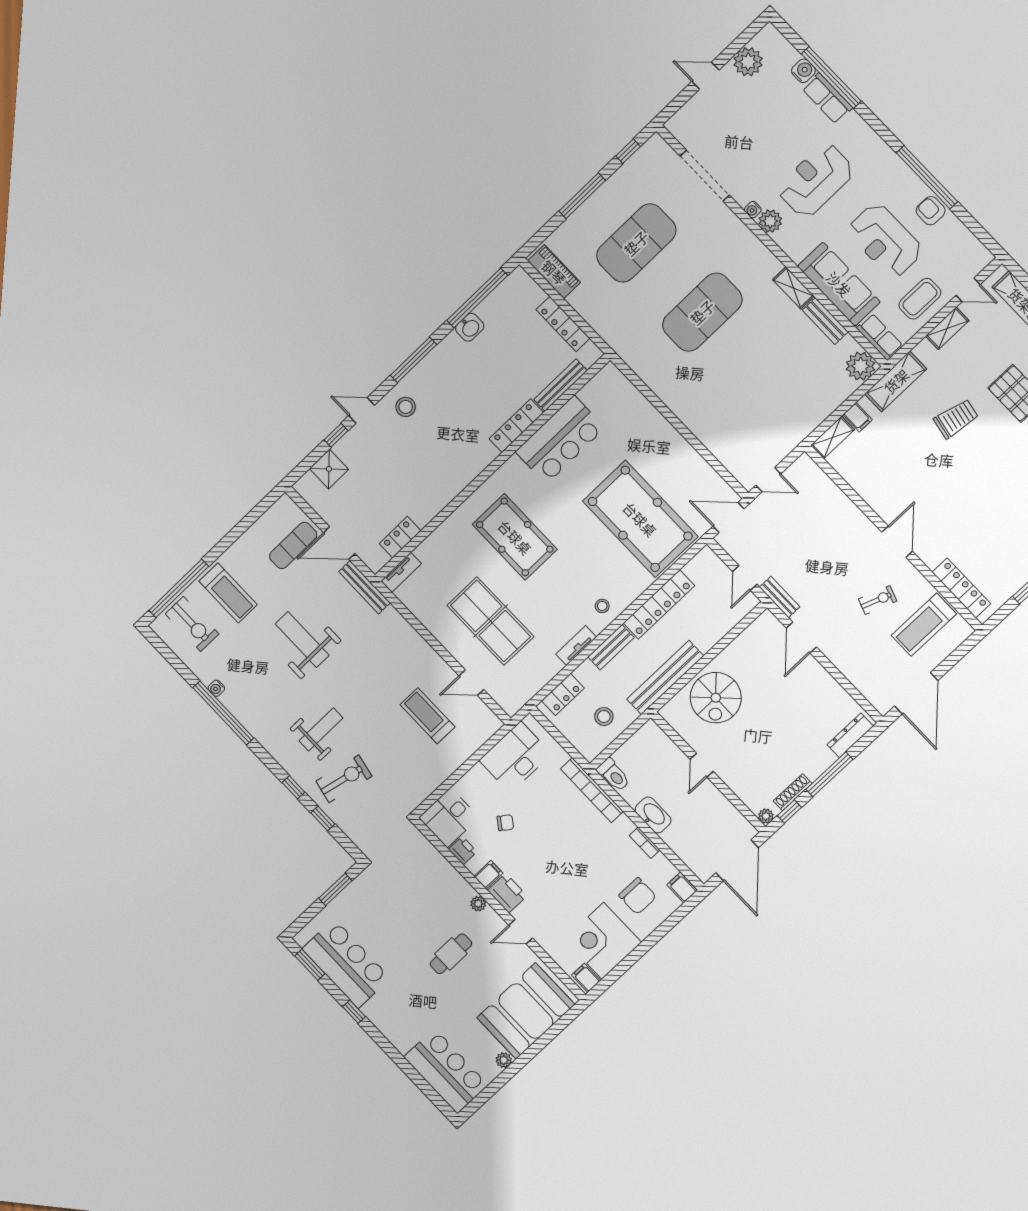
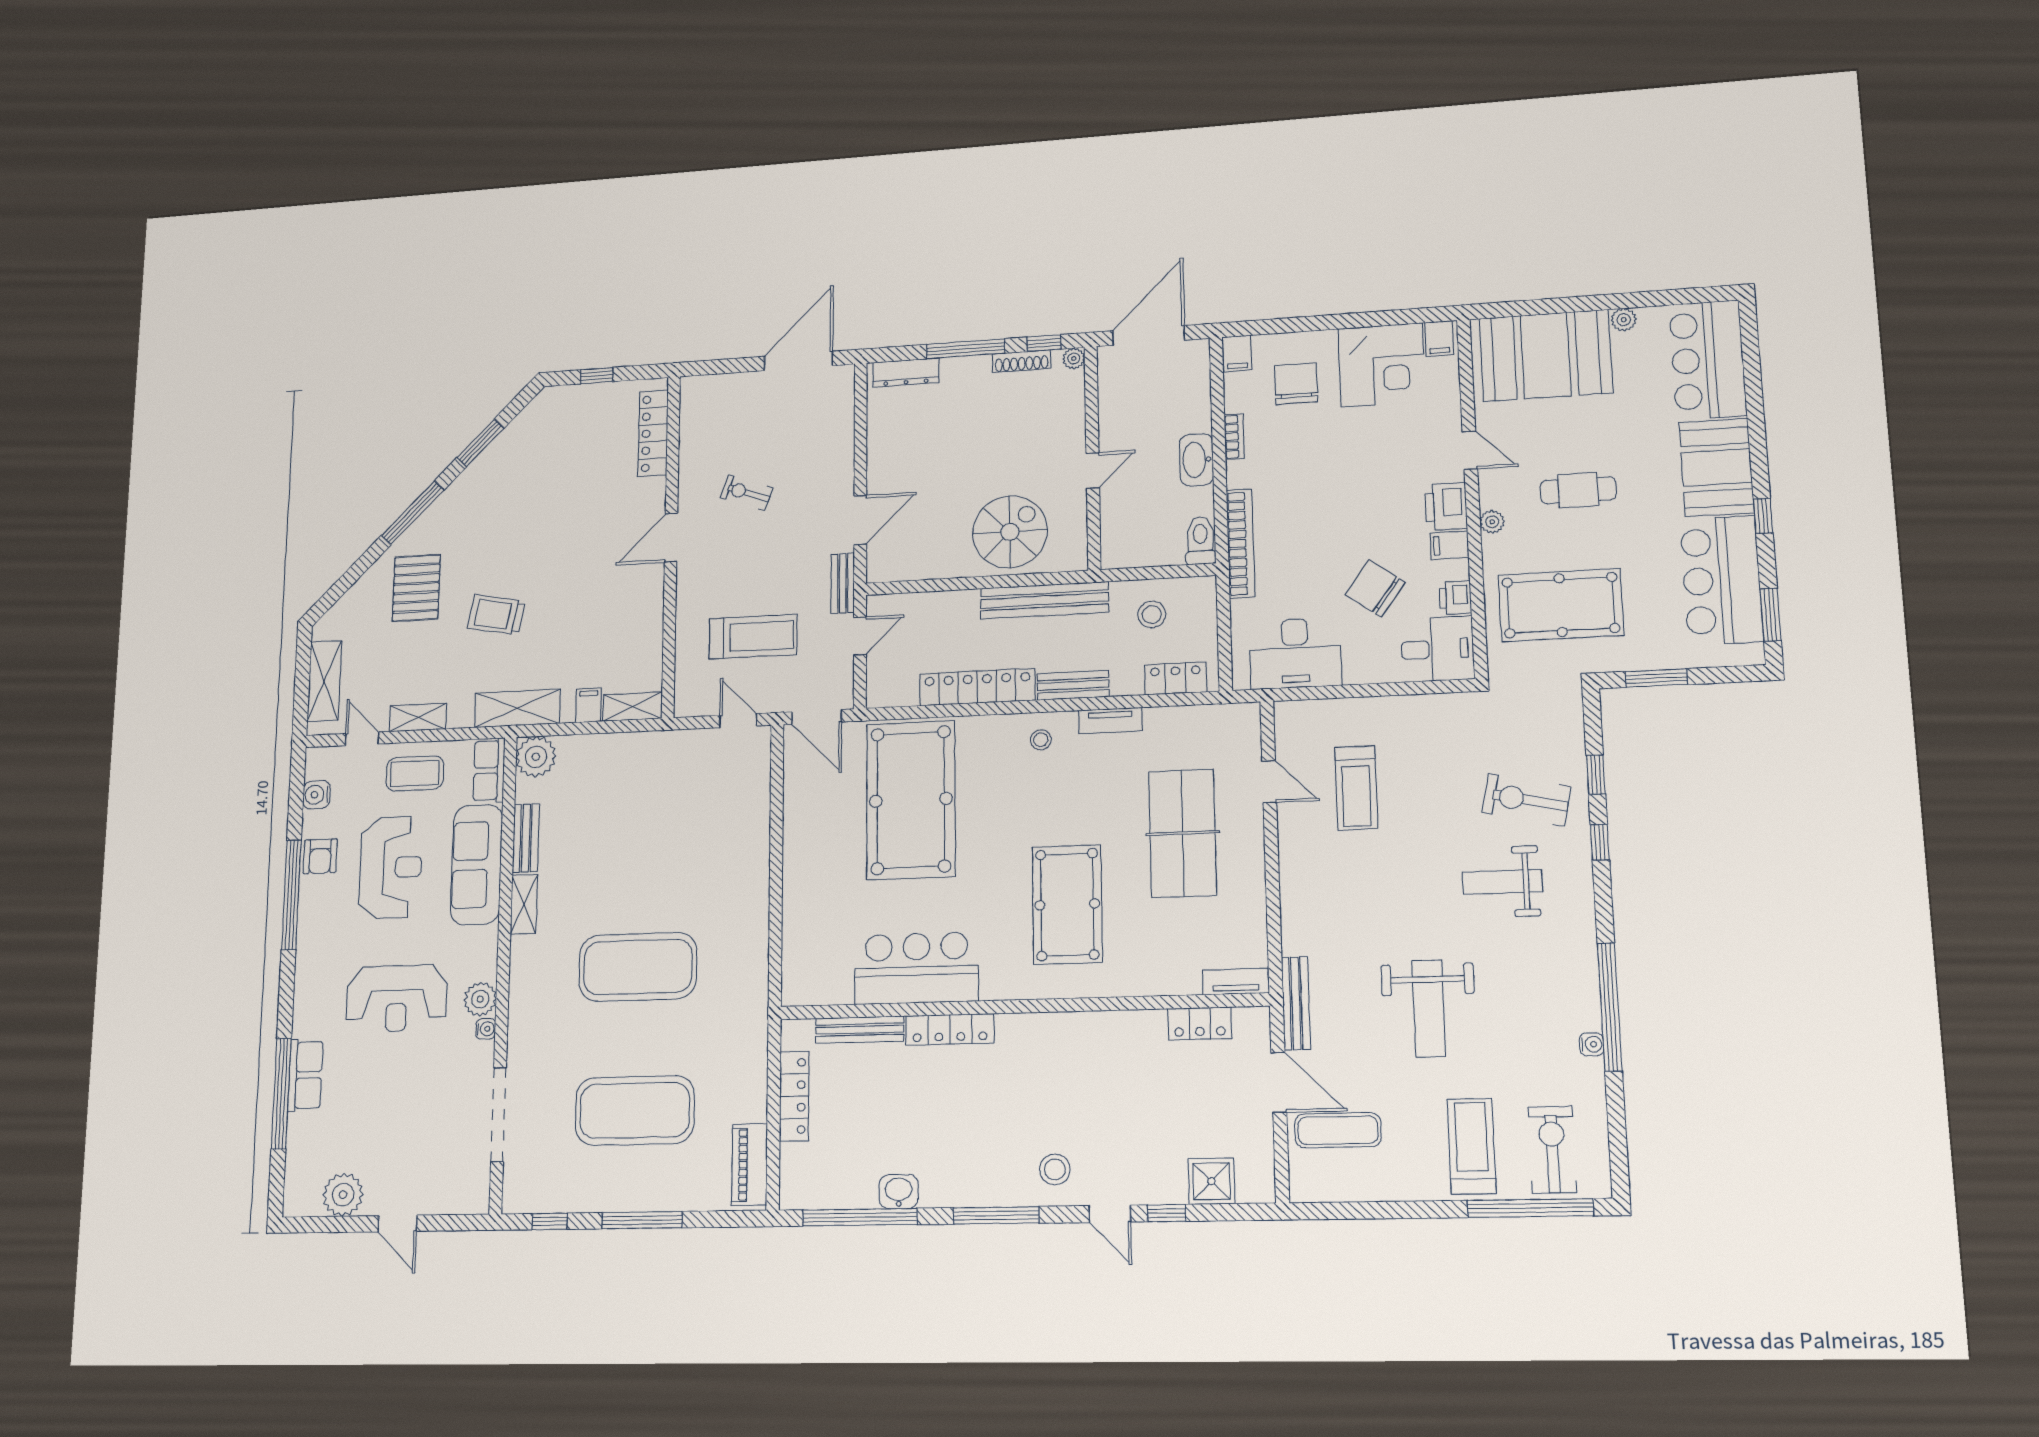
water cooler: (803, 71) -> (317, 795), moved
treadmill: (924, 625) -> (753, 637), moved
chair: (505, 823) -> (1375, 588), width x1.87, depth x1.87
pool table: (410, 889) -> (1561, 605), added
booth: (396, 1019) -> (1717, 467), added

